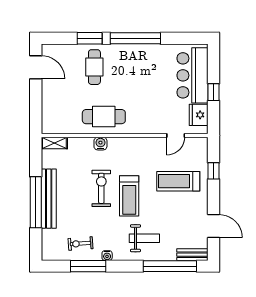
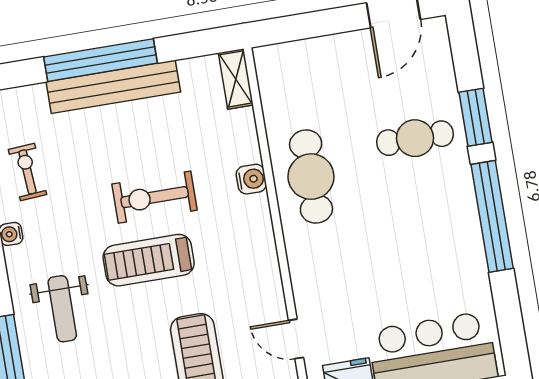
exercise bike: (101, 188) -> (155, 197), turned 180

